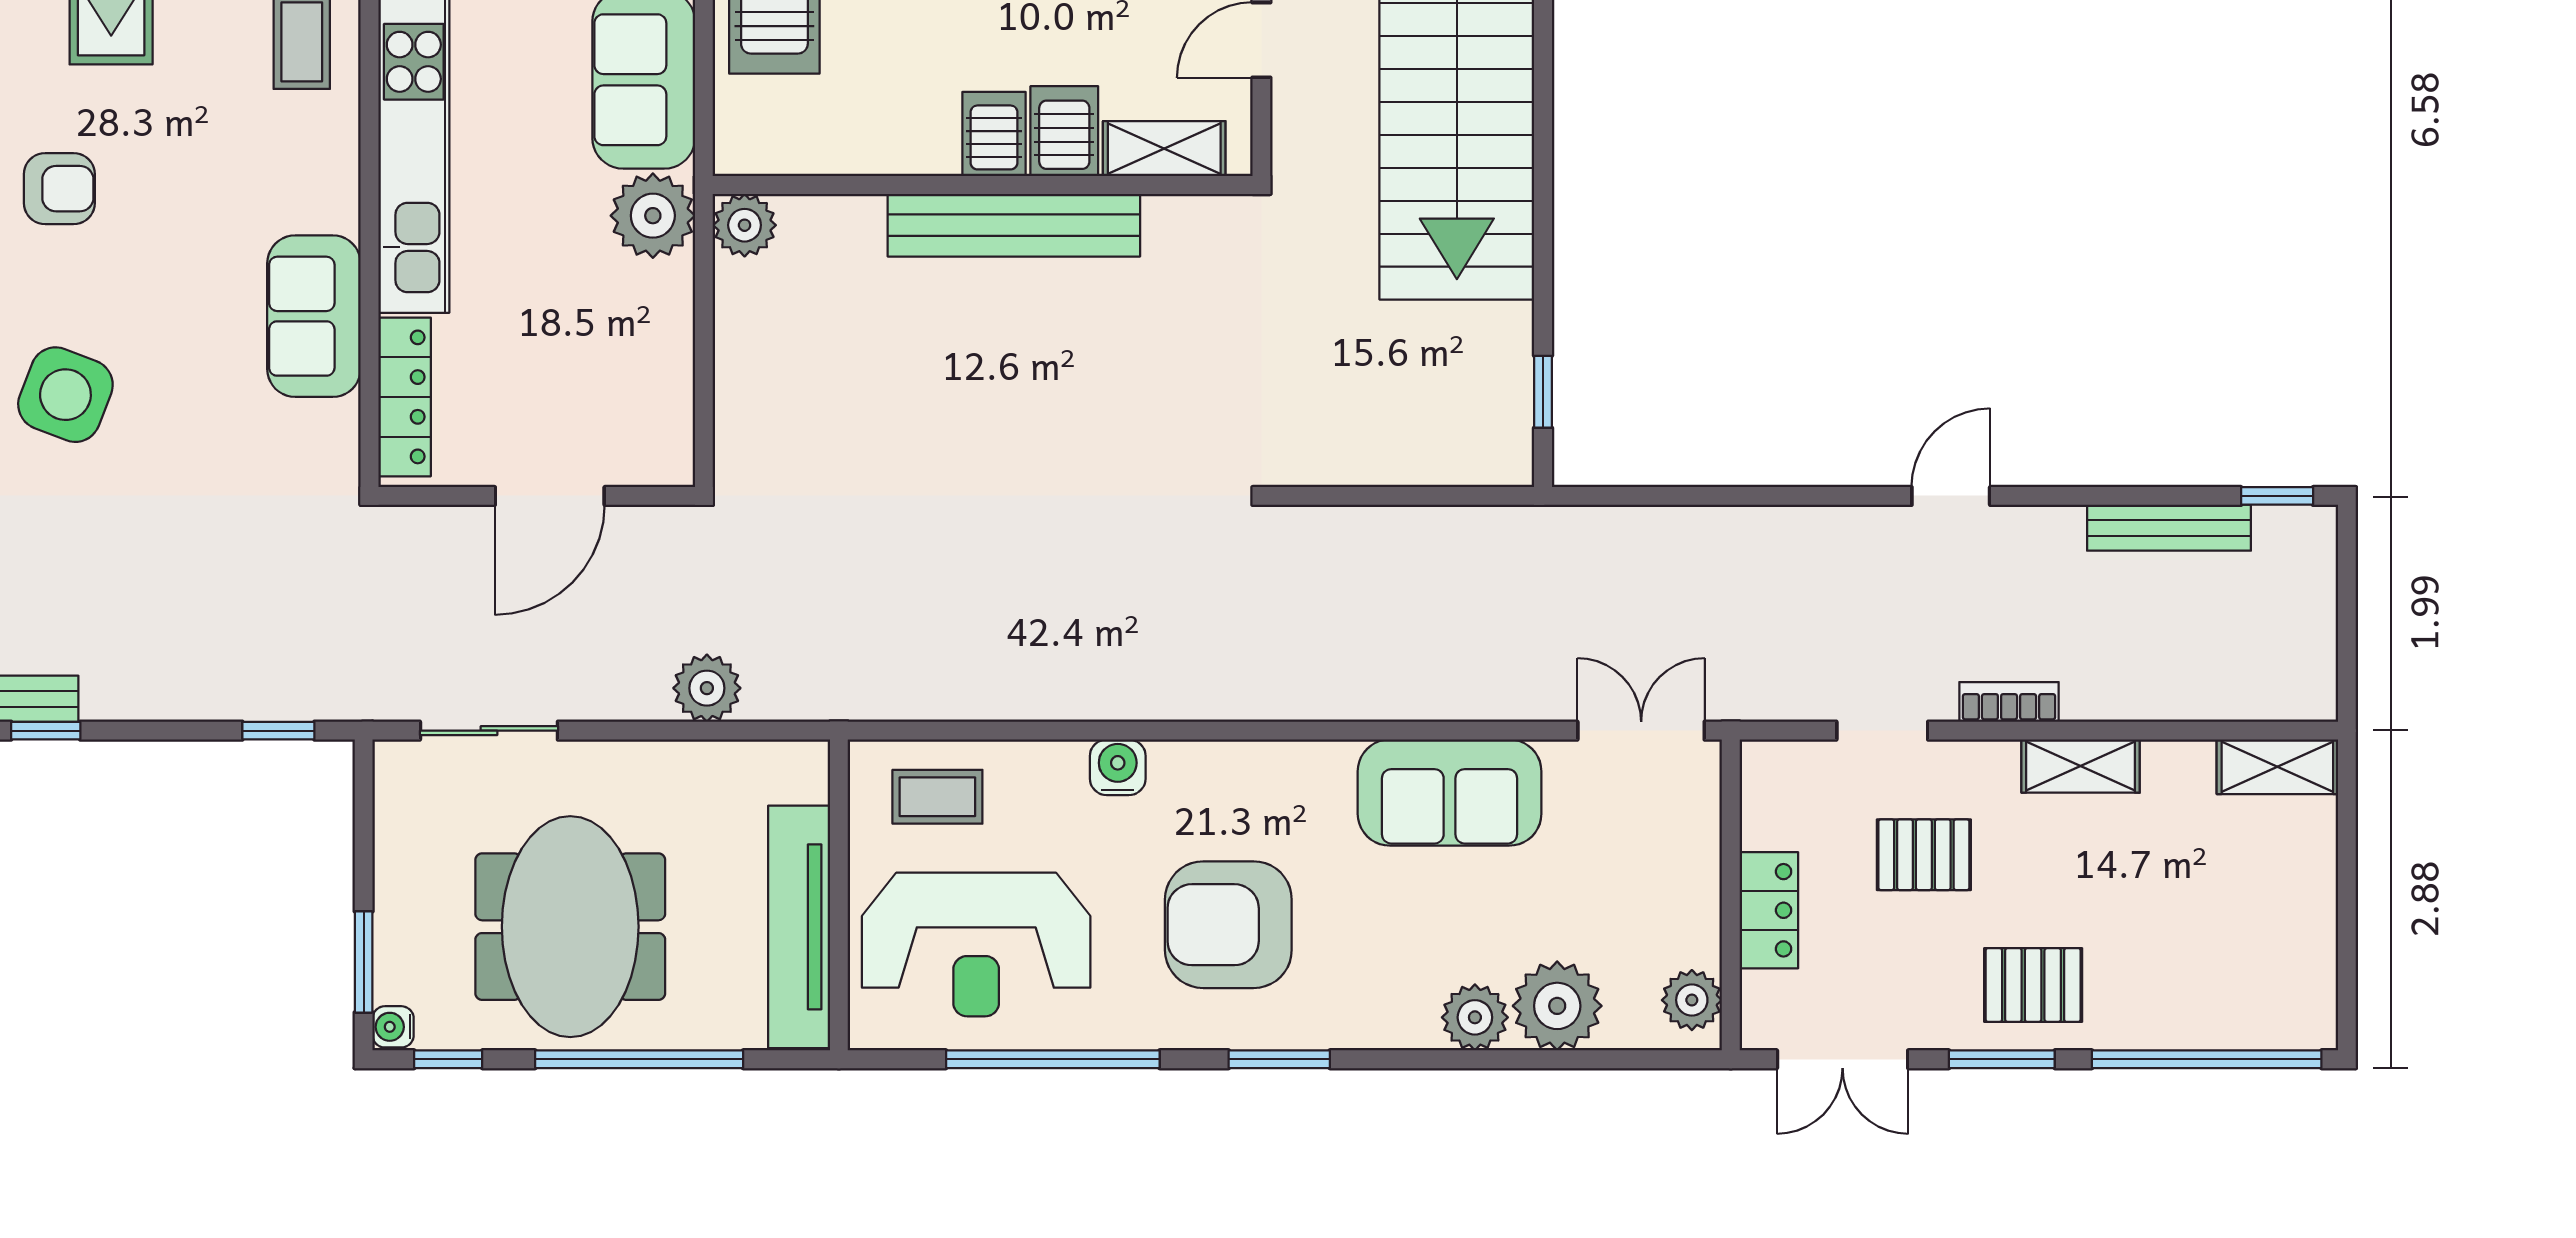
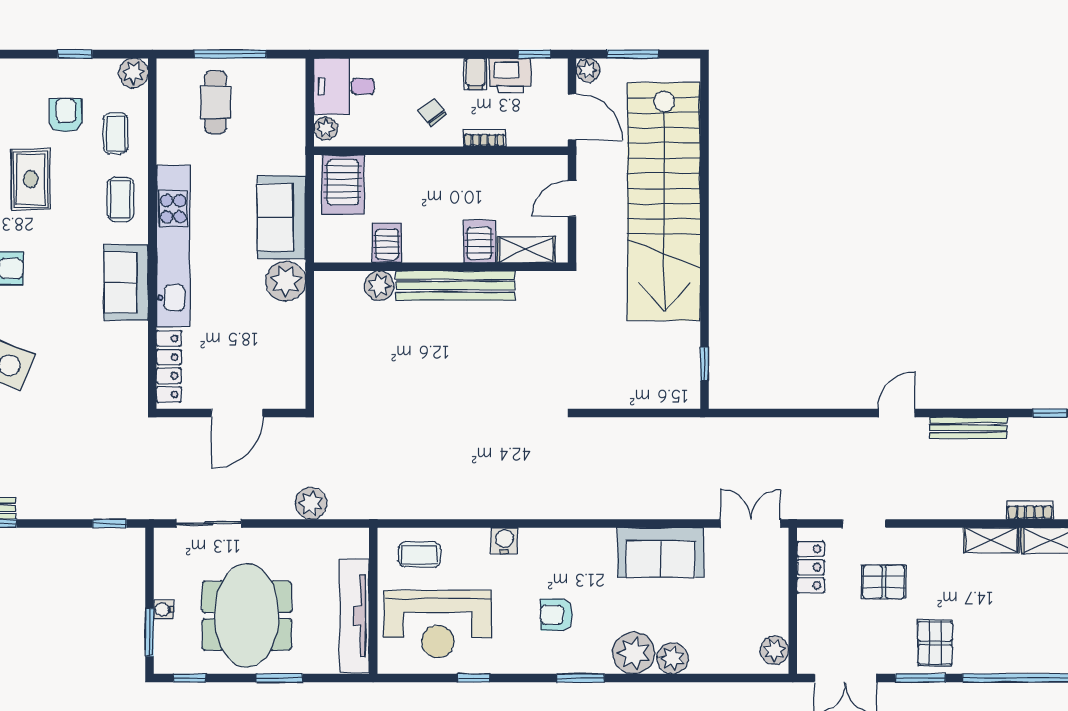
server rack: (994, 134) -> (387, 243), moved
plant: (745, 225) -> (379, 286), moved
sofa: (314, 316) -> (126, 282), moved
bench: (2169, 528) -> (968, 428), moved
bookcase: (2009, 702) -> (1030, 510), moved
shelving: (2081, 766) -> (991, 540), moved
locker: (1769, 910) -> (811, 567), moved
armchair: (1228, 925) -> (556, 615), width x0.53, depth x0.53
pallet: (2033, 985) -> (935, 643), turned 90
plant: (1557, 1006) -> (634, 653), moved
water cooler: (393, 1027) -> (163, 609), moved
window: (639, 1059) -> (279, 678), width x0.47
window: (1053, 1059) -> (474, 678), width x0.32

